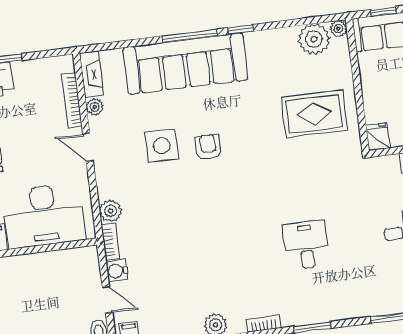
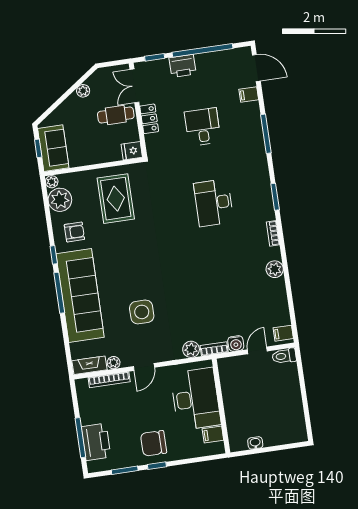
armchair: (208, 147) -> (74, 232), moved, turned 180
desk: (306, 245) -> (214, 203), width x1.37

